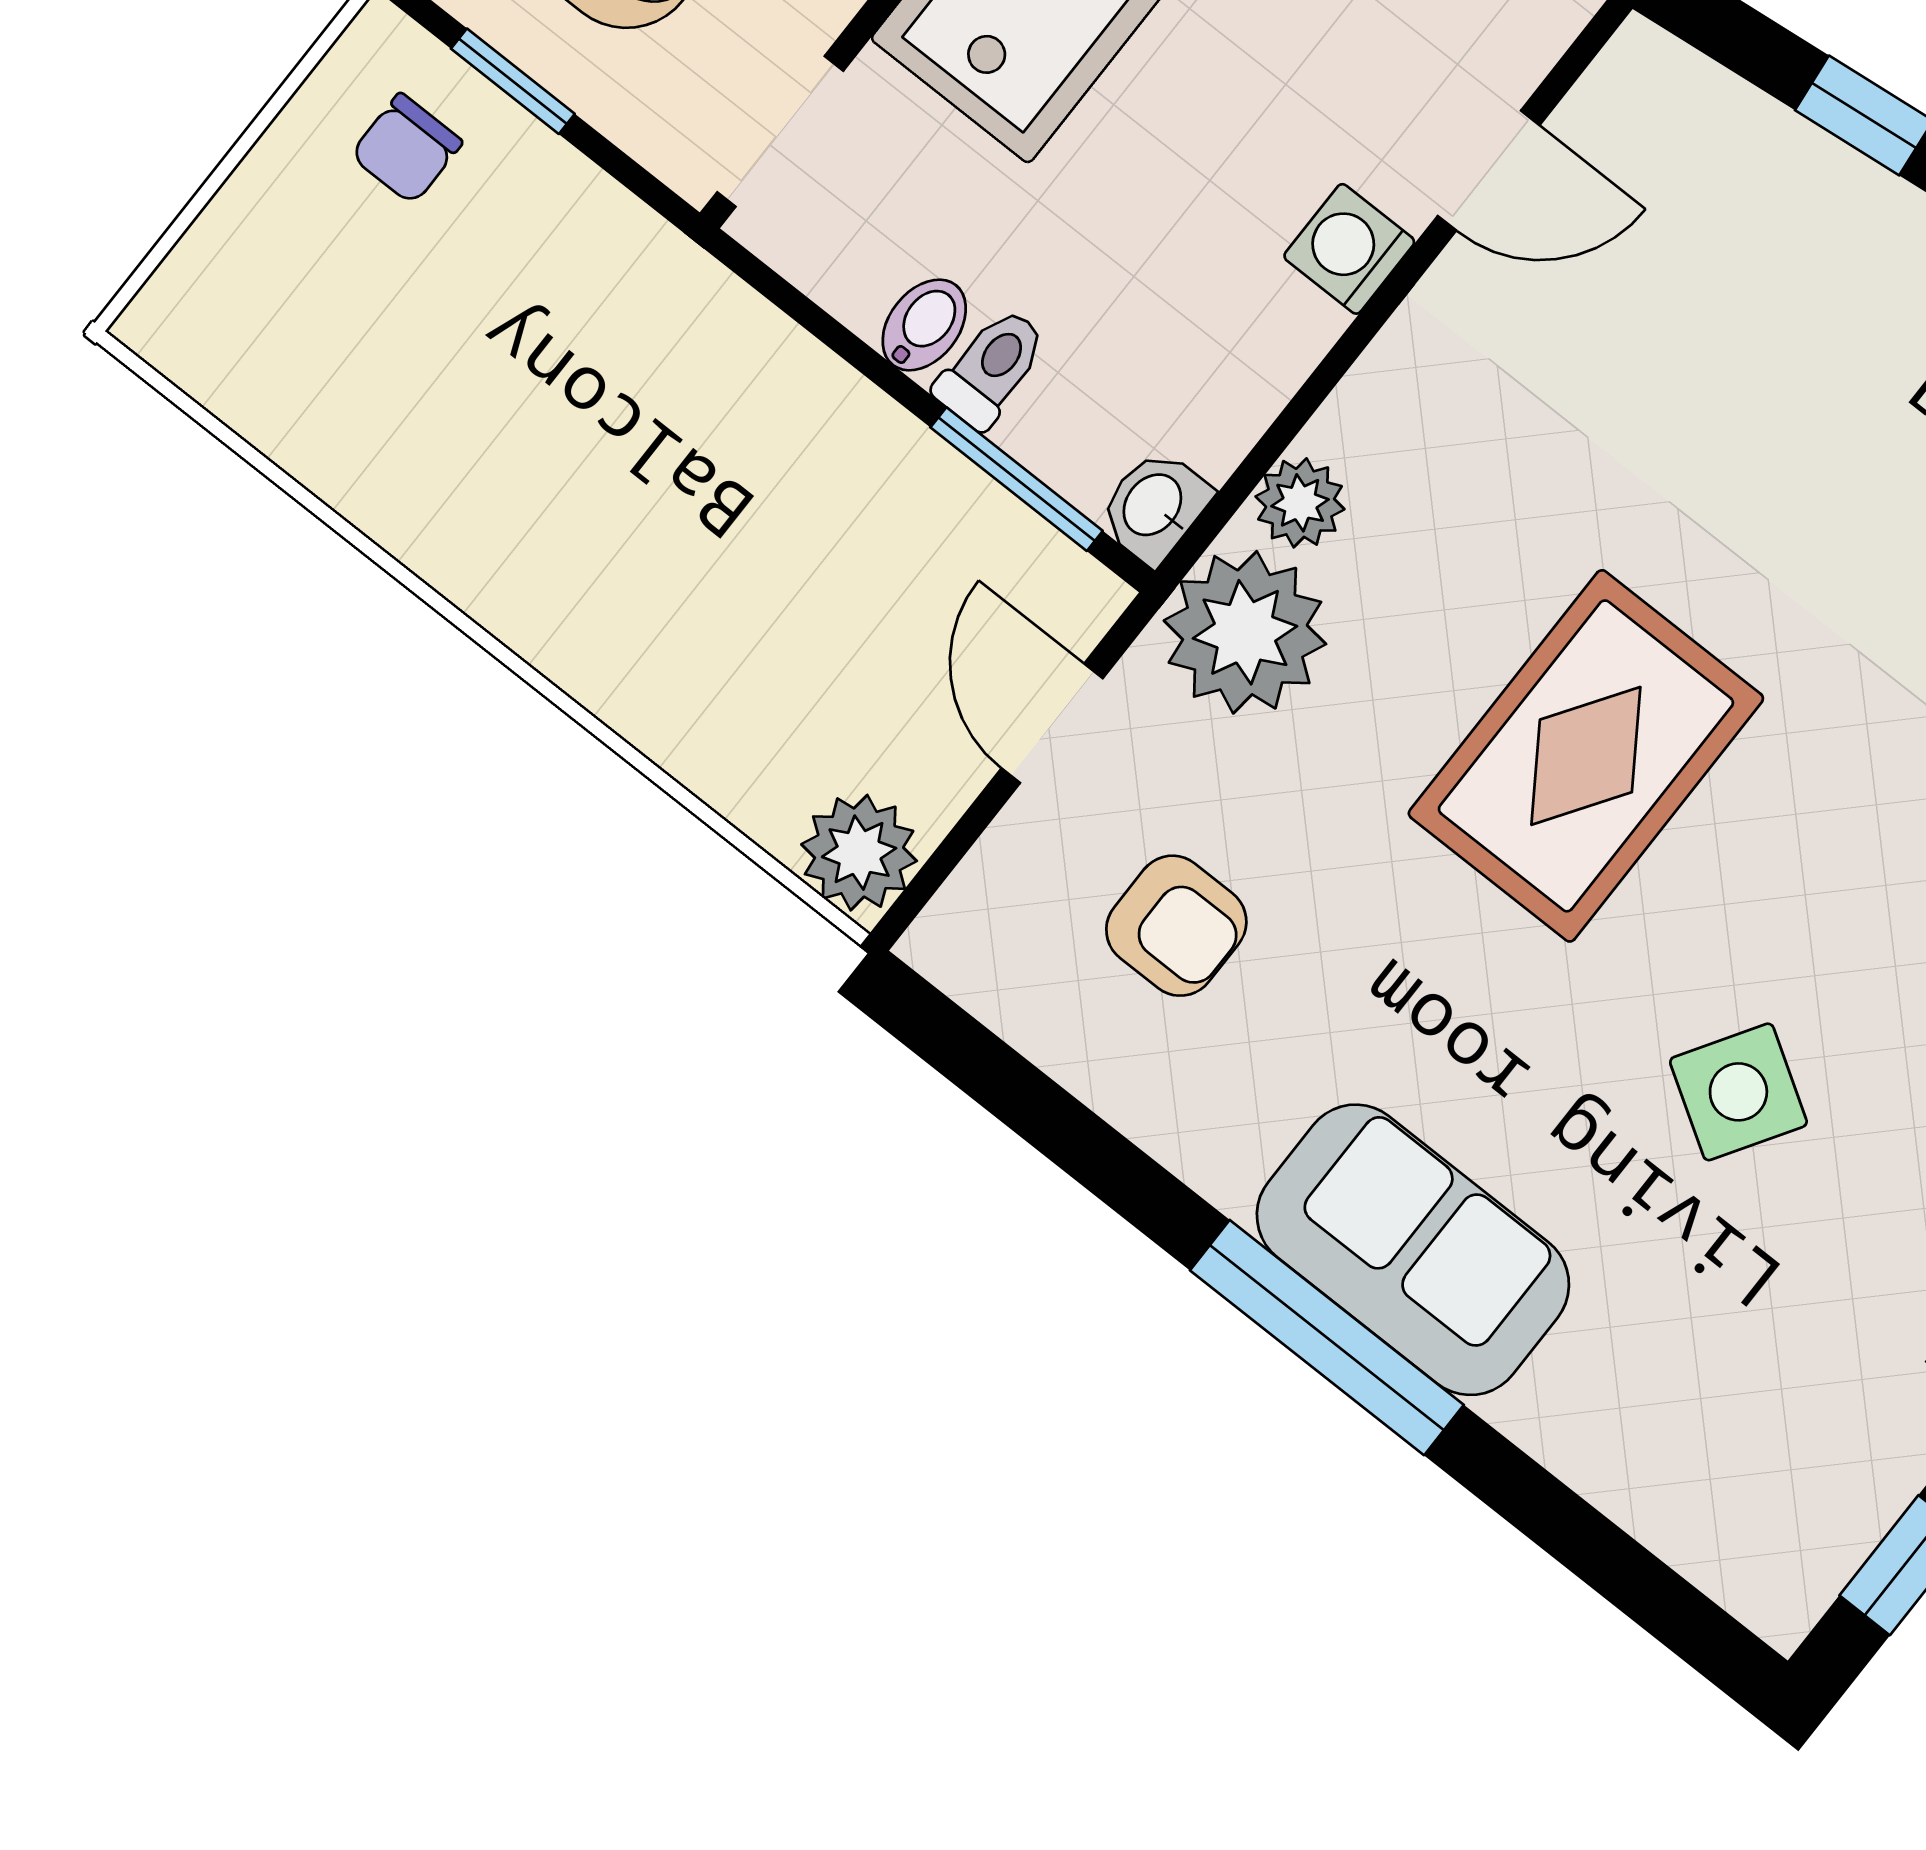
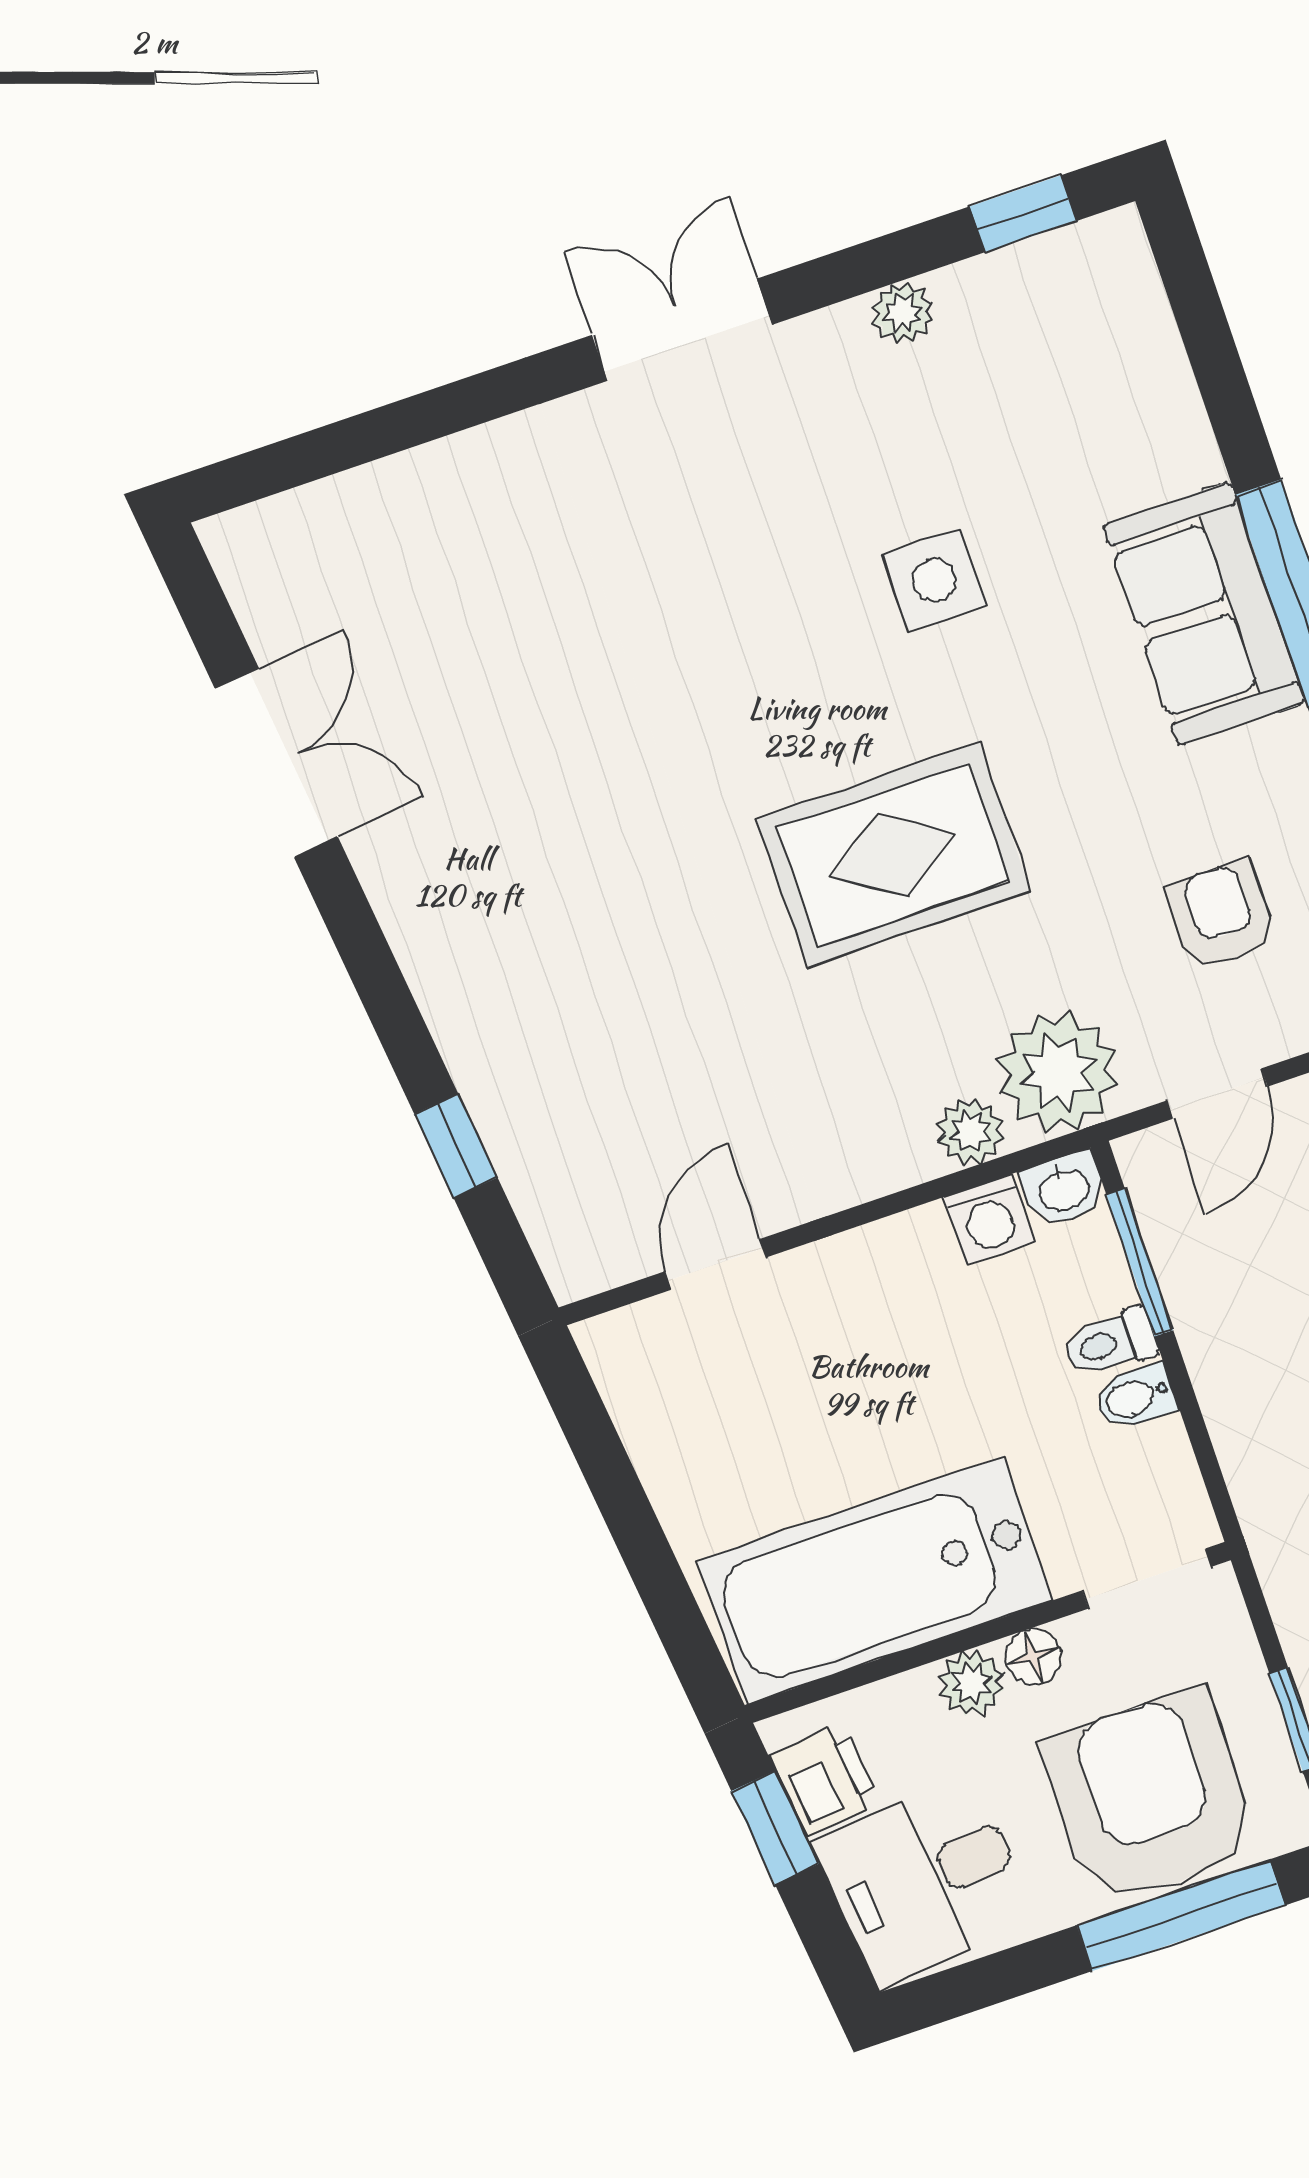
door: (1489, 171) -> (716, 1264), hinge flipped
washing machine: (1349, 249) -> (989, 1220), moved
side table: (1738, 1092) -> (934, 580), turned -32

